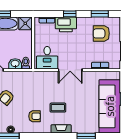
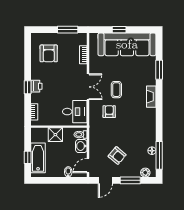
window: (100, 14) -> (28, 55), removed
shower: (25, 23) -> (55, 135), moved
printer: (66, 24) -> (36, 86), width x0.53, depth x0.68
coffee table: (58, 108) -> (116, 90), moved
armchair: (35, 116) -> (109, 112), moved

